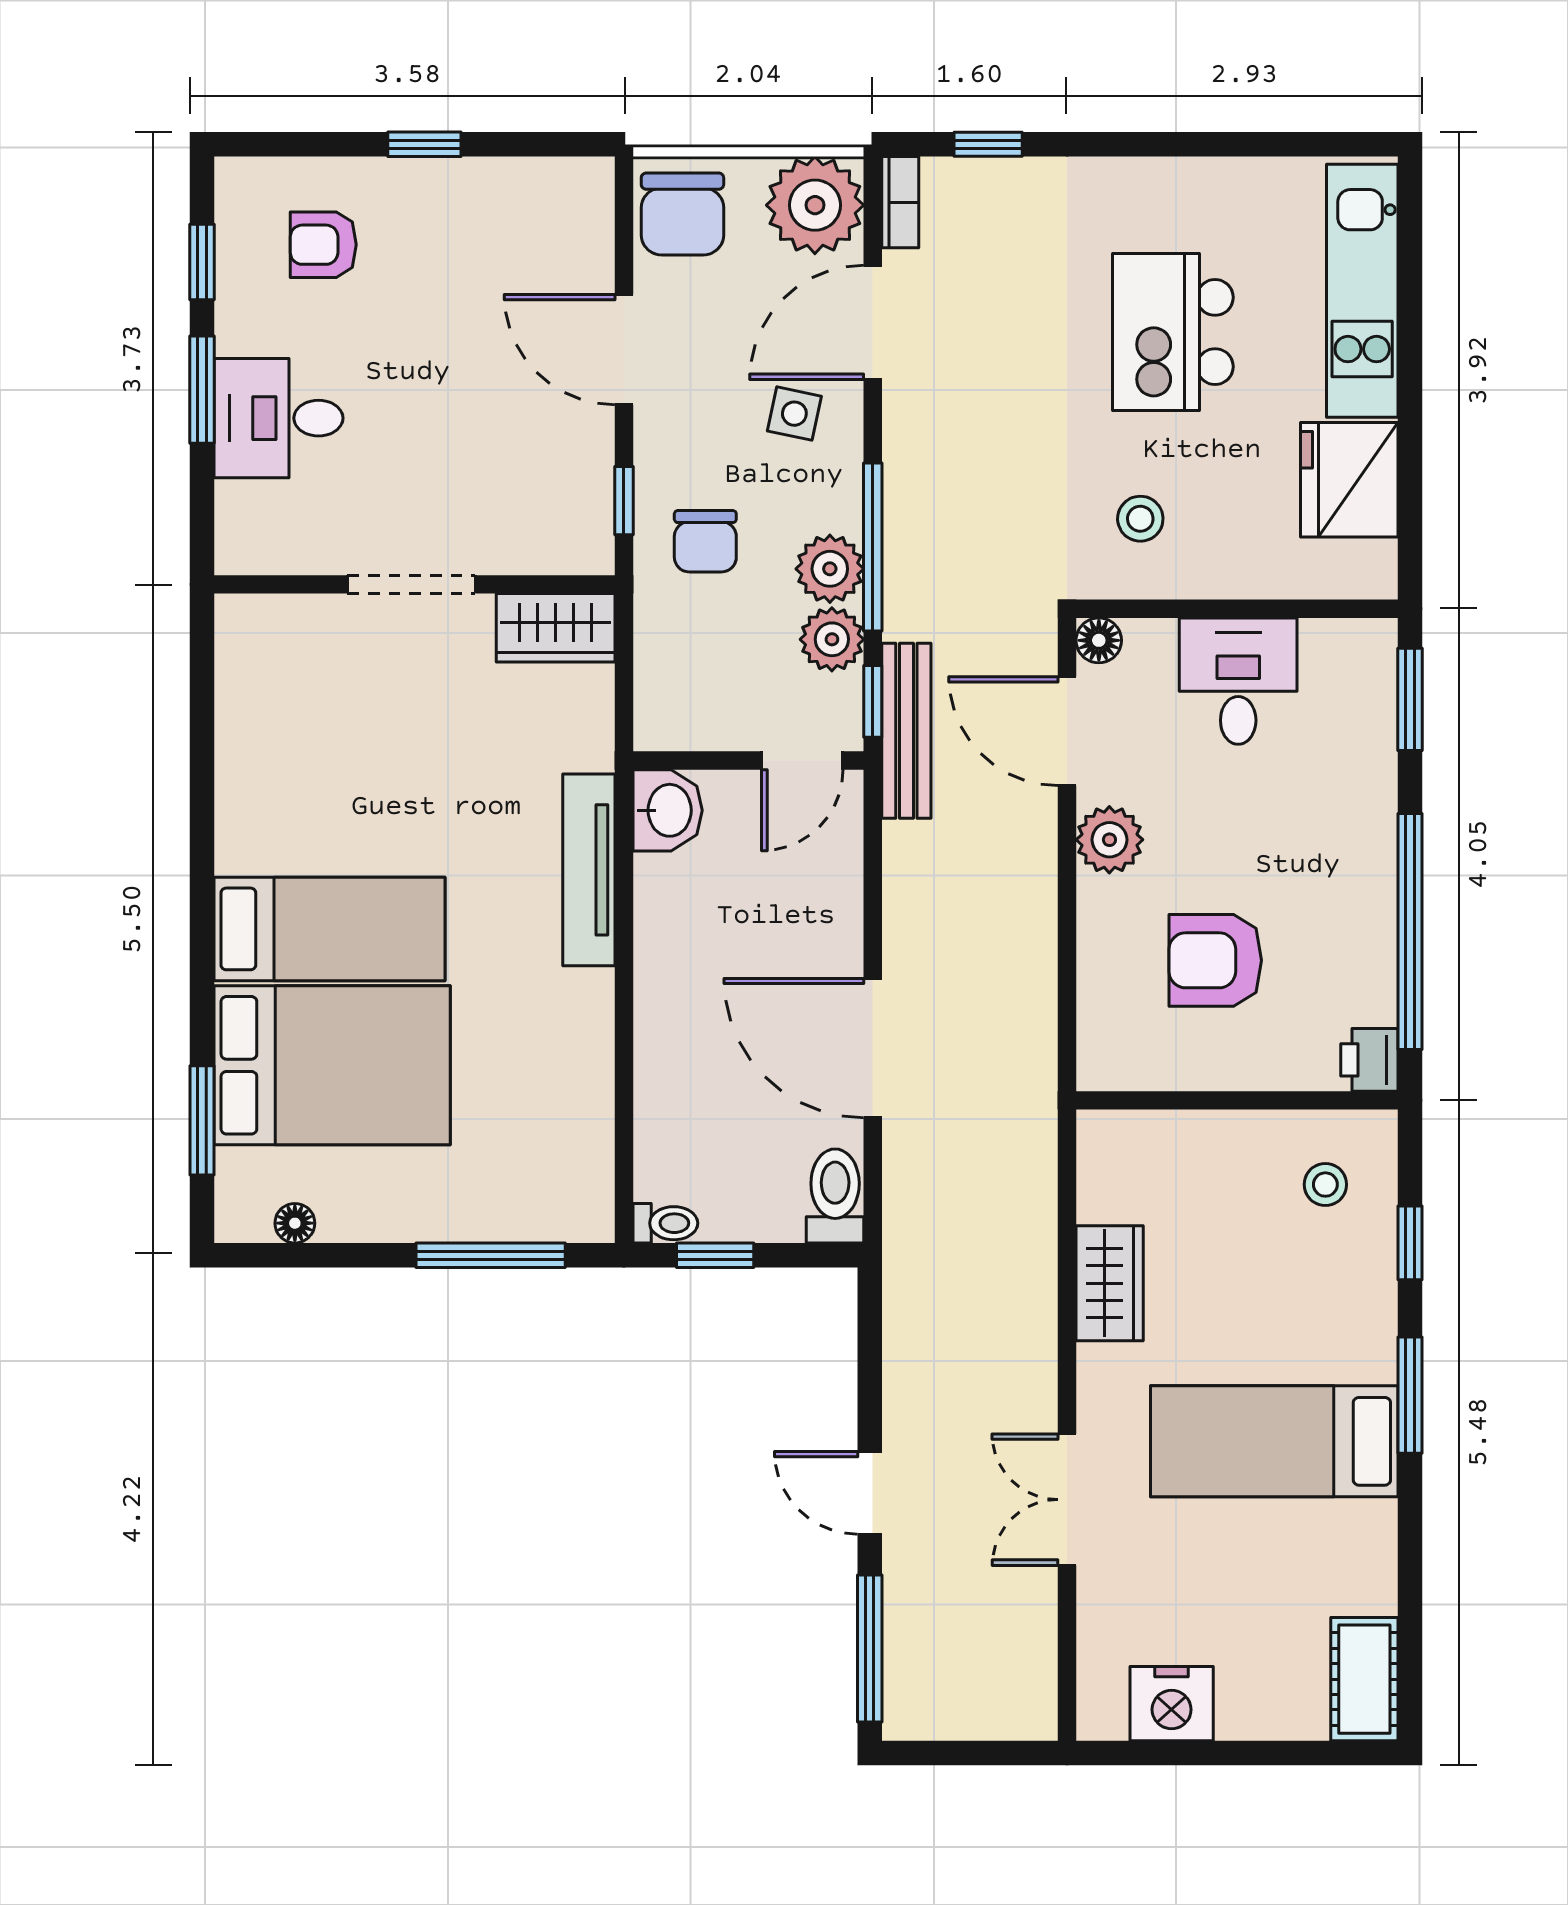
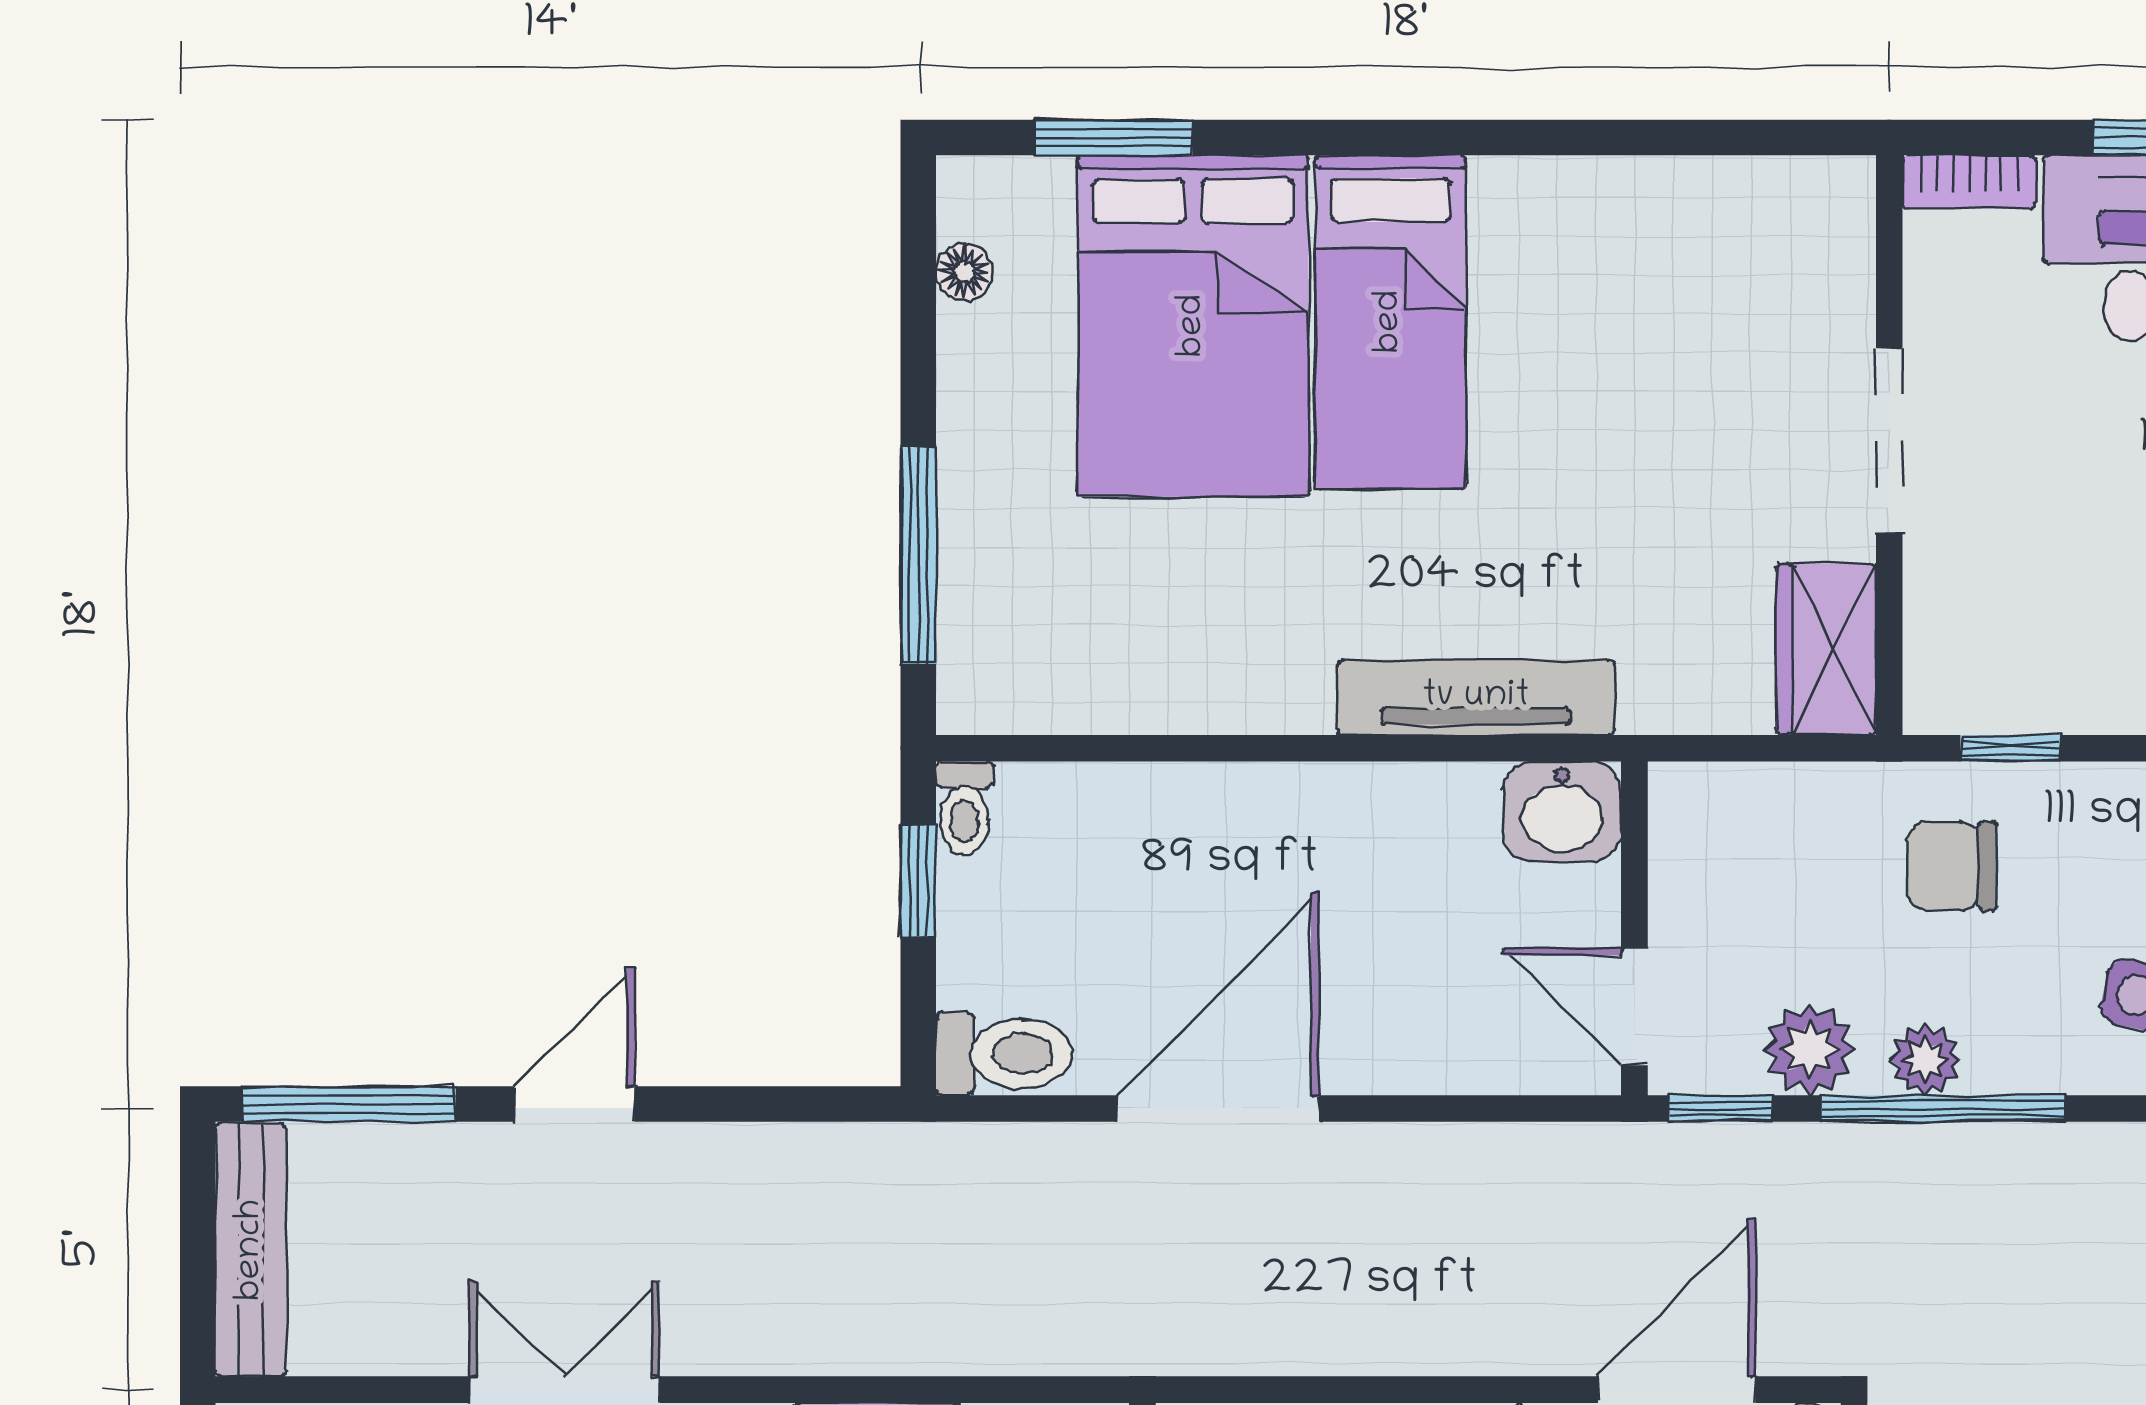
bookcase: (233, 529) -> (1969, 182), added
plant: (830, 569) -> (1925, 1060), width x0.73, depth x0.73
bench: (906, 731) -> (251, 1250), moved, turned 90

